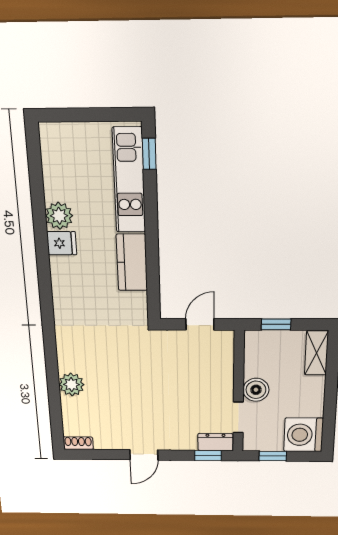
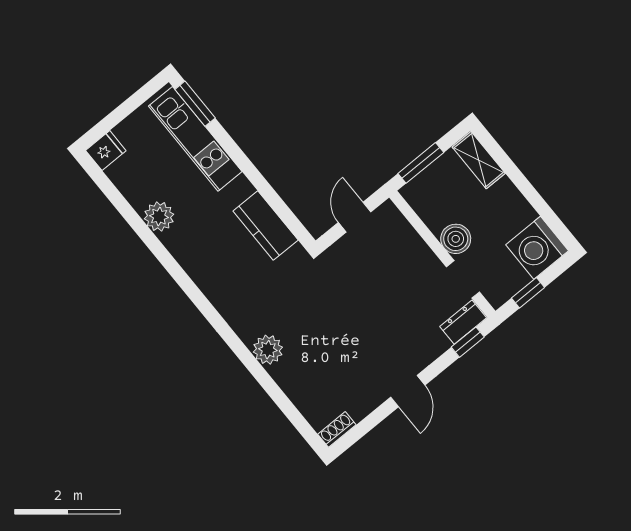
window: (149, 154) -> (195, 104), width x1.50
fridge: (62, 243) -> (106, 151), moved
kitchen counter: (132, 262) -> (266, 226), moved
window: (276, 324) -> (421, 163), width x1.50
plant: (71, 384) -> (268, 350), moved

